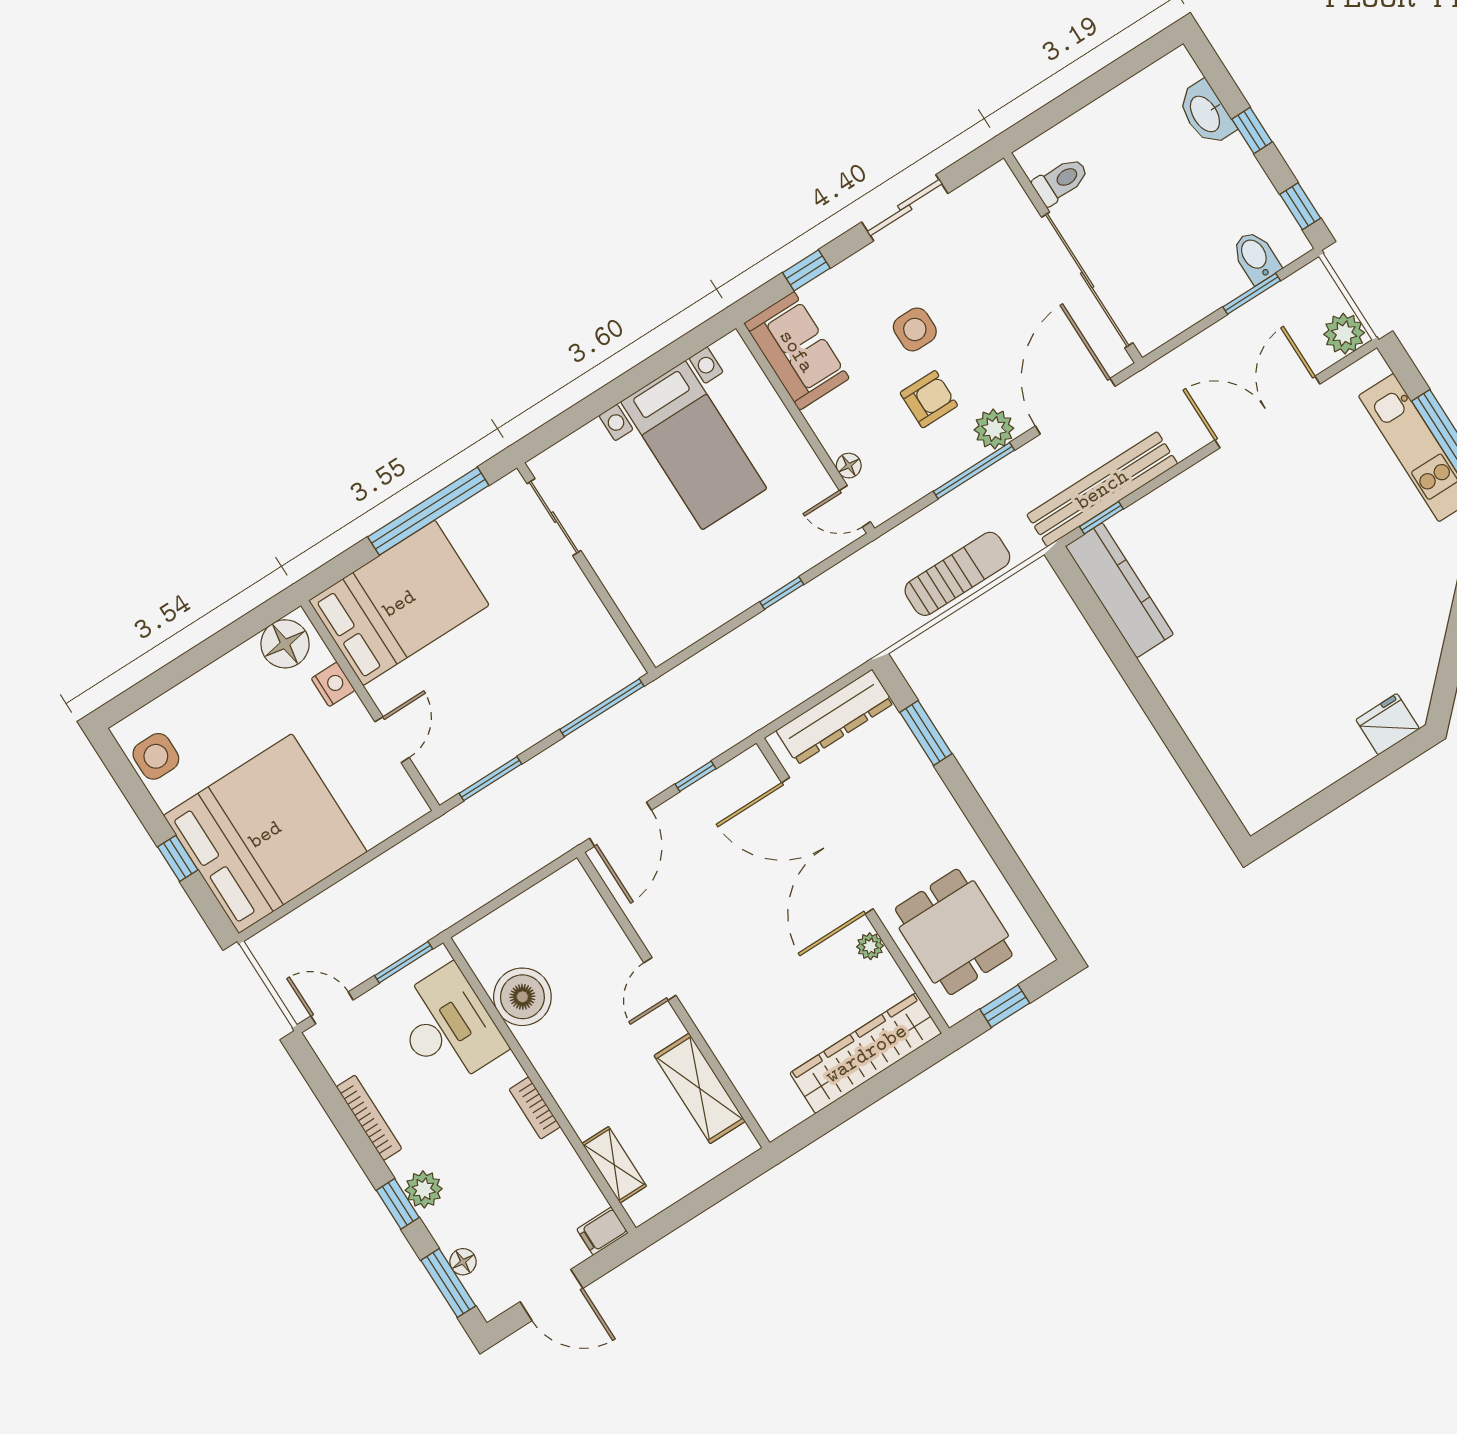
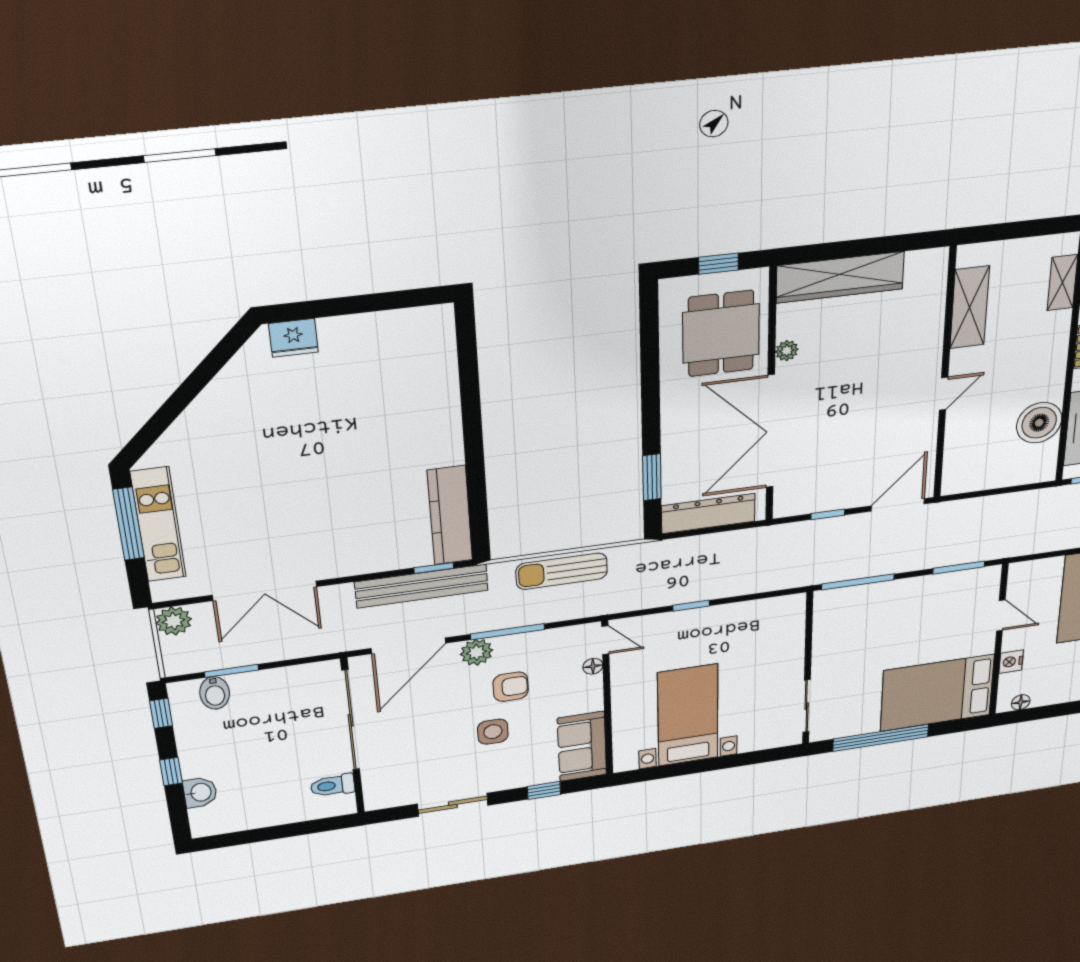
washbasin: (1206, 113) -> (200, 792), width x0.72
armchair: (929, 399) -> (511, 687), turned 180
floor lamp: (285, 644) -> (1021, 702), width x0.53, depth x0.53
door: (392, 740) -> (1001, 615), swing flipped
double door: (827, 846) -> (770, 432), swing flipped

